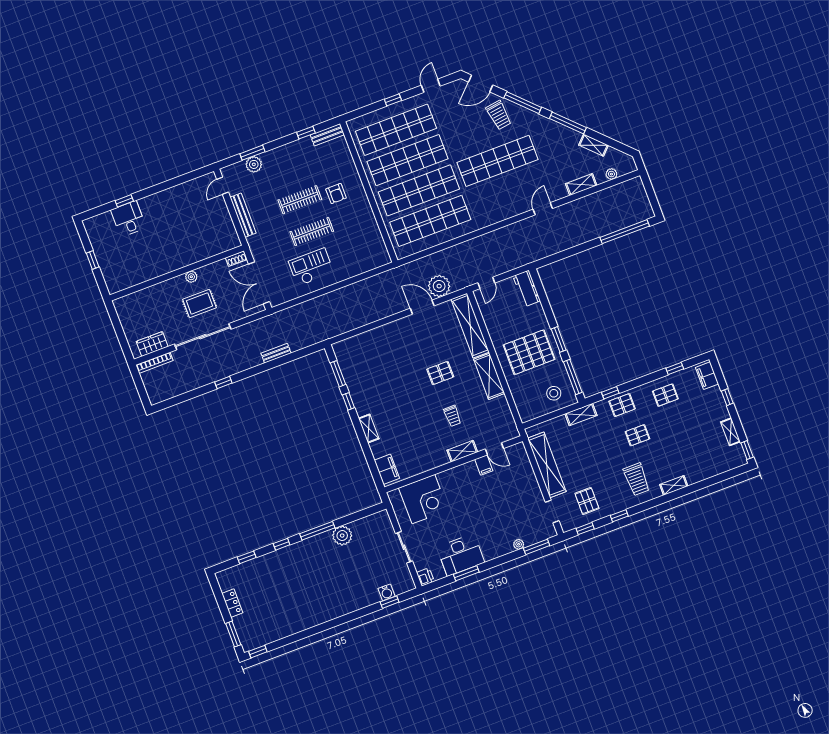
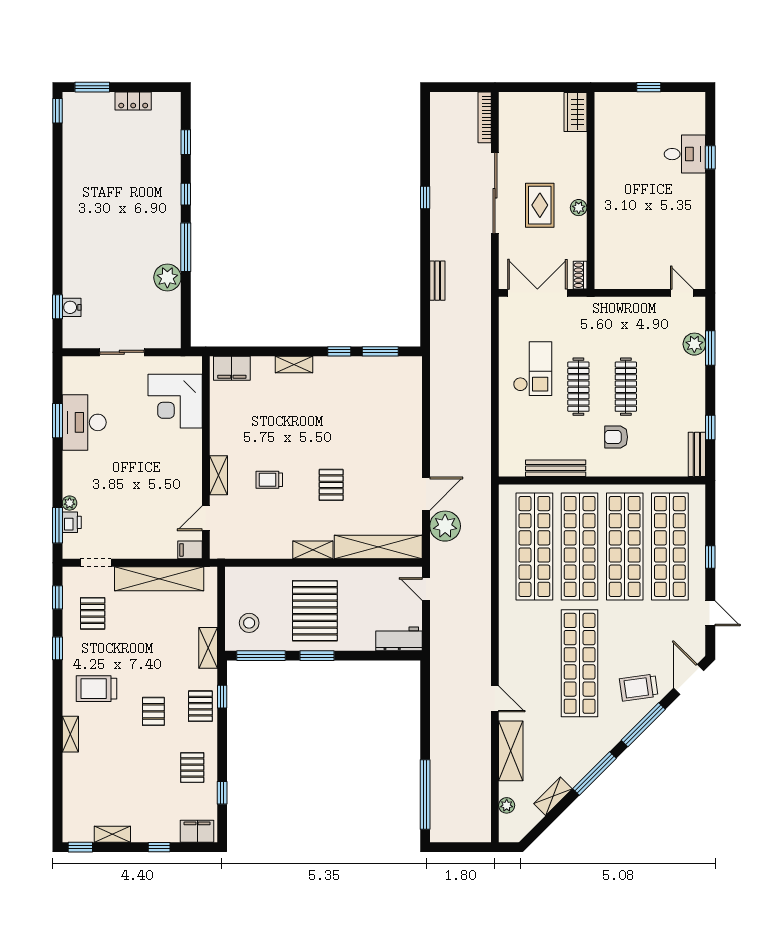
shelving: (581, 185) -> (511, 751), width x1.50, depth x1.33
bench: (243, 215) -> (556, 468), moved
wardrobe: (152, 344) -> (575, 112), moved, turned 180
shelving: (489, 376) -> (313, 550), width x0.67, depth x0.75
filing cabinet: (484, 465) -> (190, 550), moved
pallet: (587, 501) -> (93, 613), turned 90
printer: (425, 577) -> (72, 522), moved, turned -90

